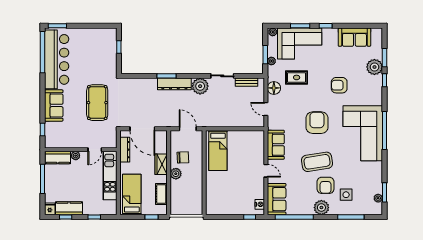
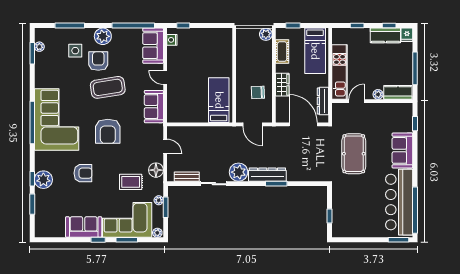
sofa: (354, 37) -> (84, 227), moved
plant: (374, 67) -> (43, 180), moved
plant: (176, 174) -> (266, 34), moved

